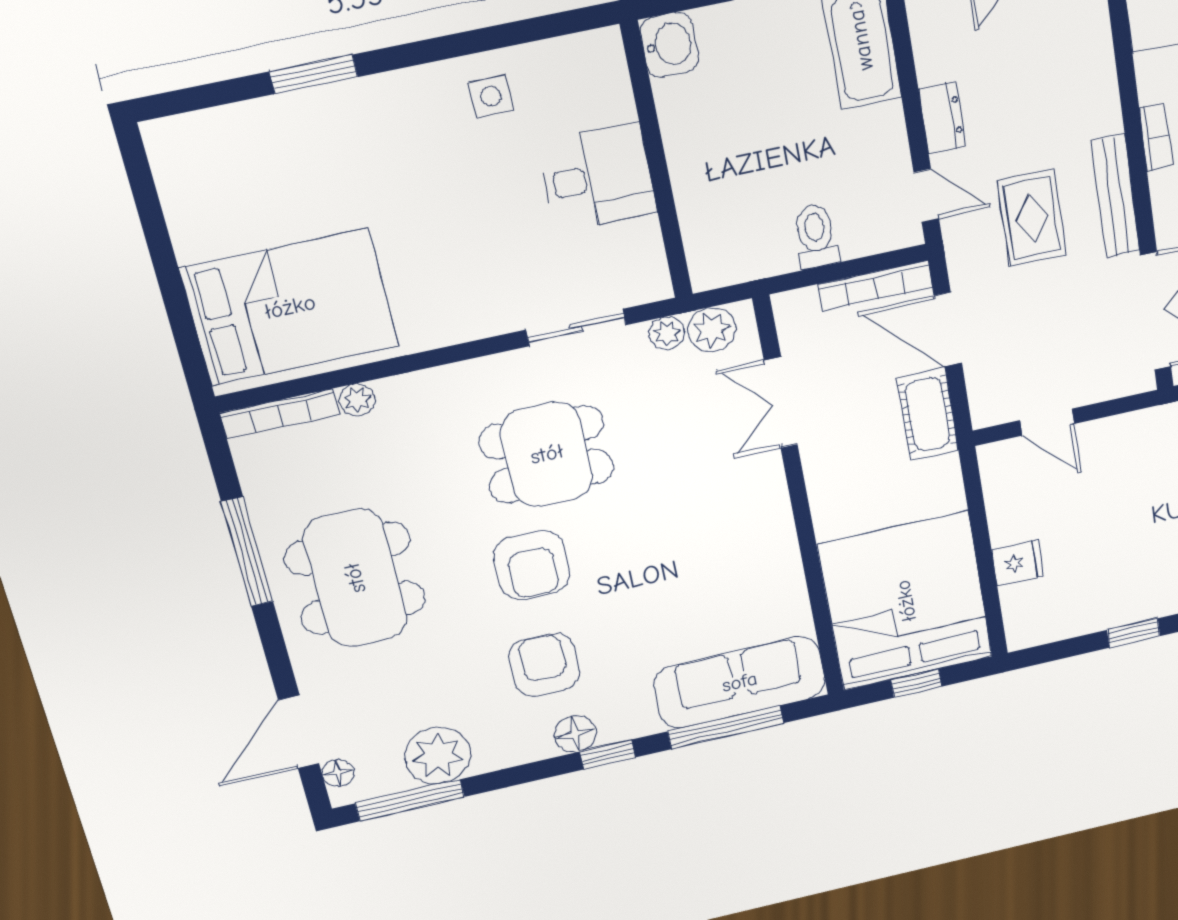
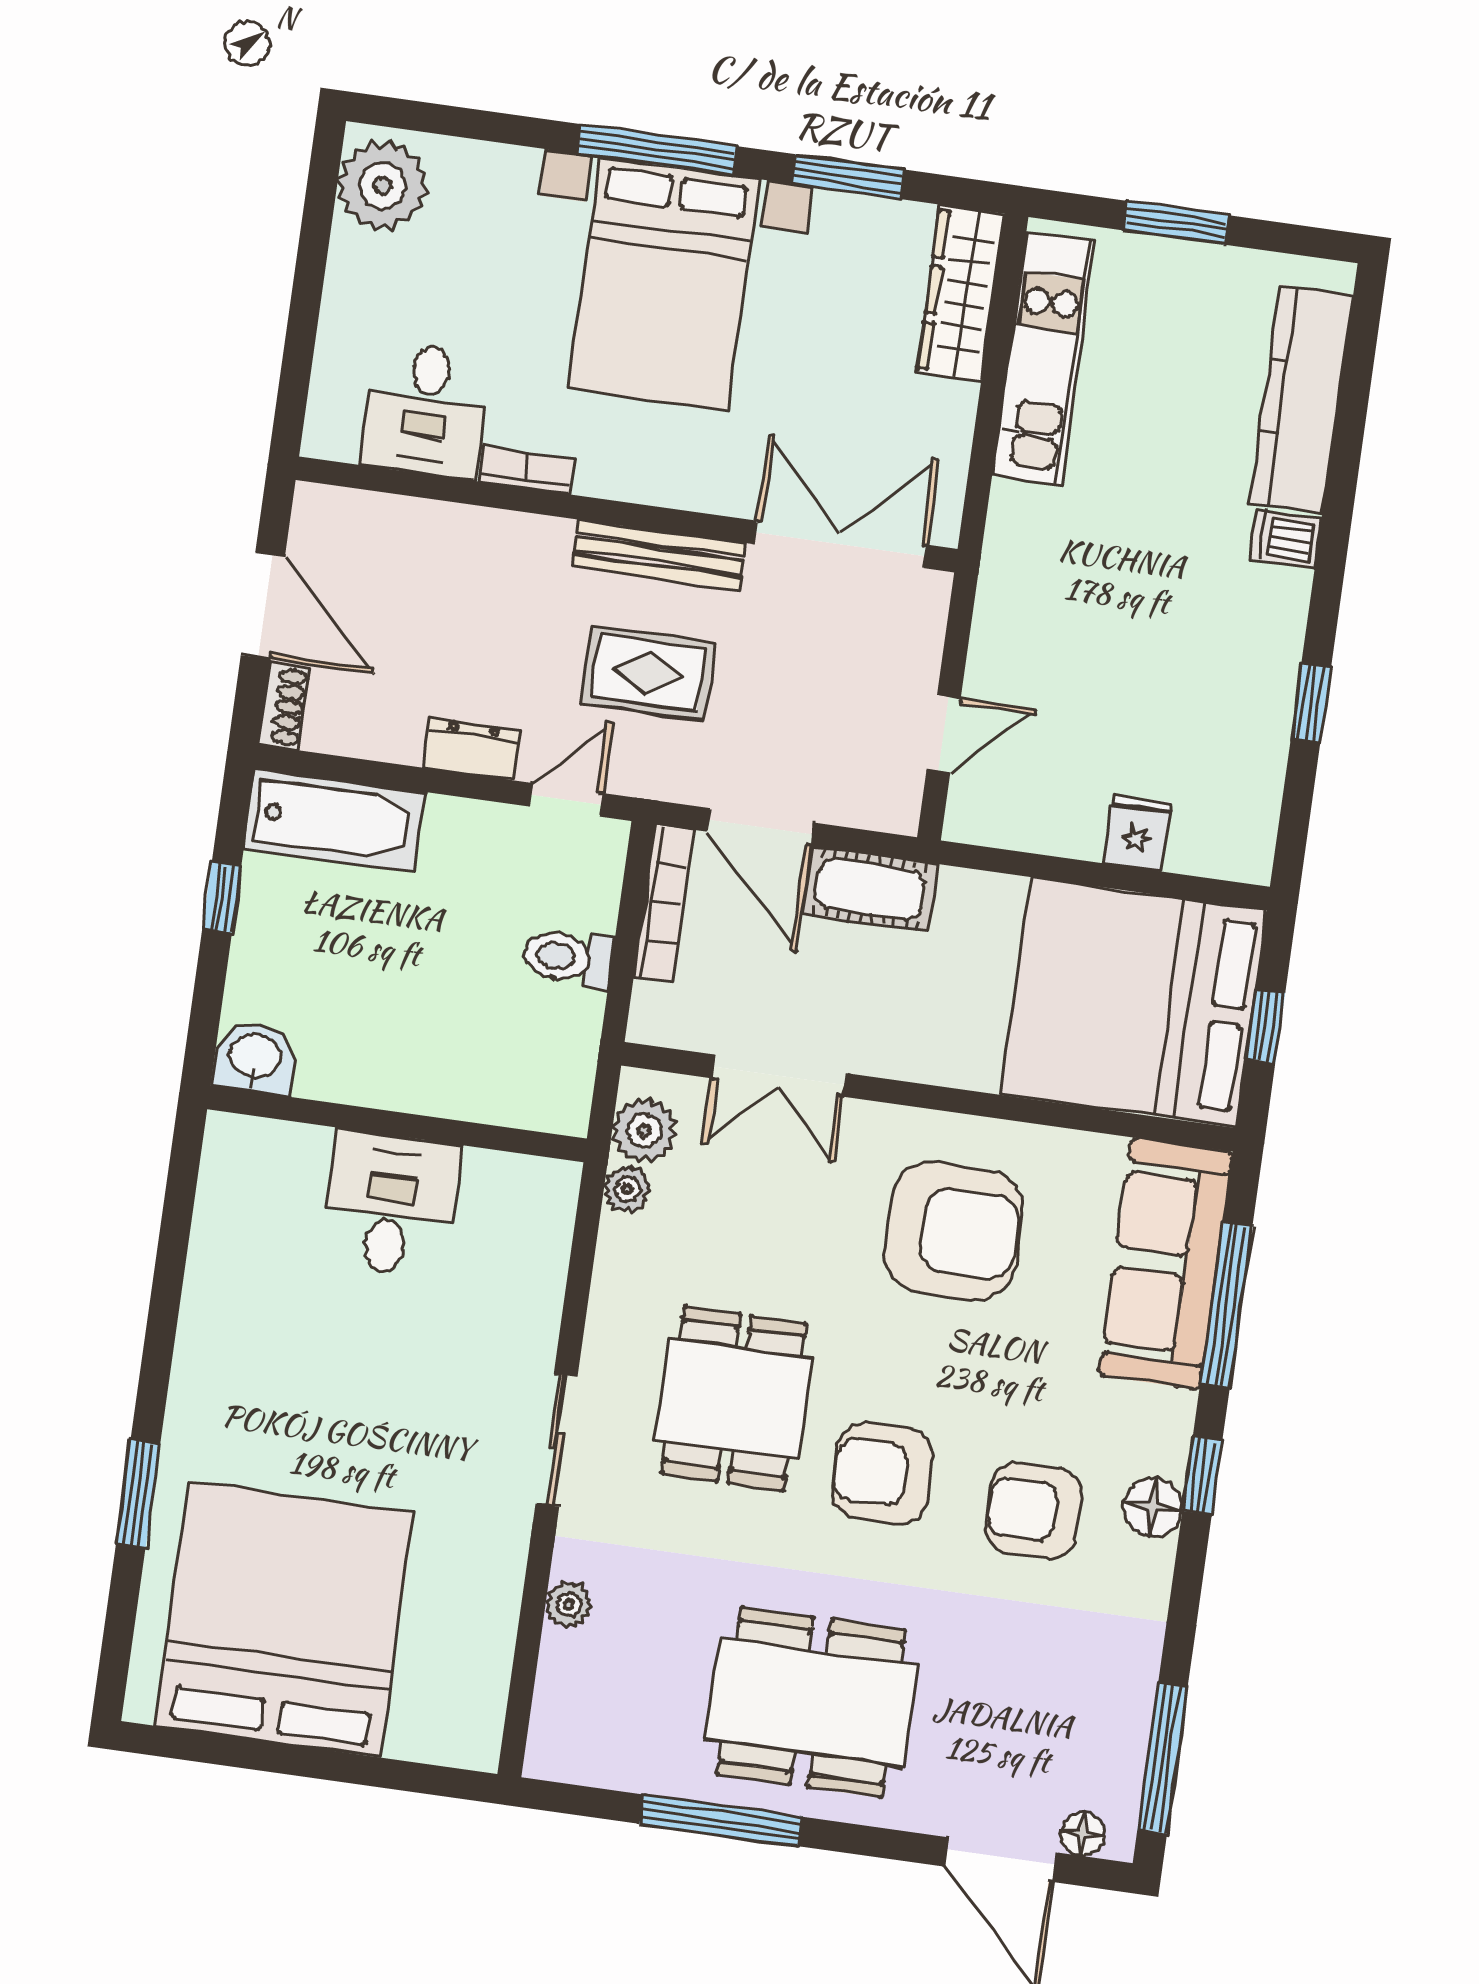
side table: (491, 96) -> (241, 1295), removed
bookcase: (1156, 137) -> (527, 470), moved
bed: (290, 307) -> (285, 1619), moved, width x1.36
sliding door: (576, 327) -> (556, 1440), moved
door: (948, 329) -> (760, 827), hinge flipped
bookcase: (280, 414) -> (551, 1706), removed
armchair: (714, 549) -> (954, 1231), added
armchair: (532, 565) -> (882, 1474), turned 180
plant: (438, 755) -> (1110, 1697), removed

